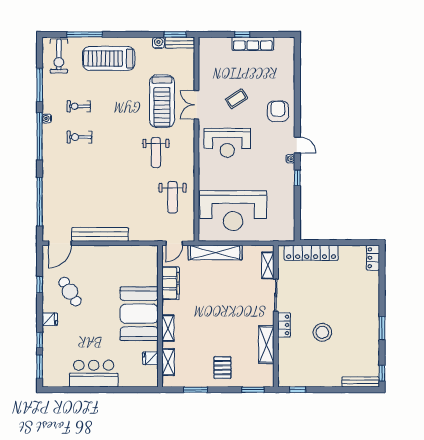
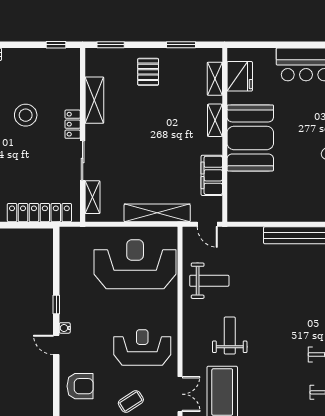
armchair: (278, 111) -> (80, 386), turned -90
weight bench: (173, 197) -> (209, 281), turned 90
door: (174, 243) -> (207, 224), swing flipped
fridge: (150, 358) -> (240, 76), width x1.88, depth x1.34

